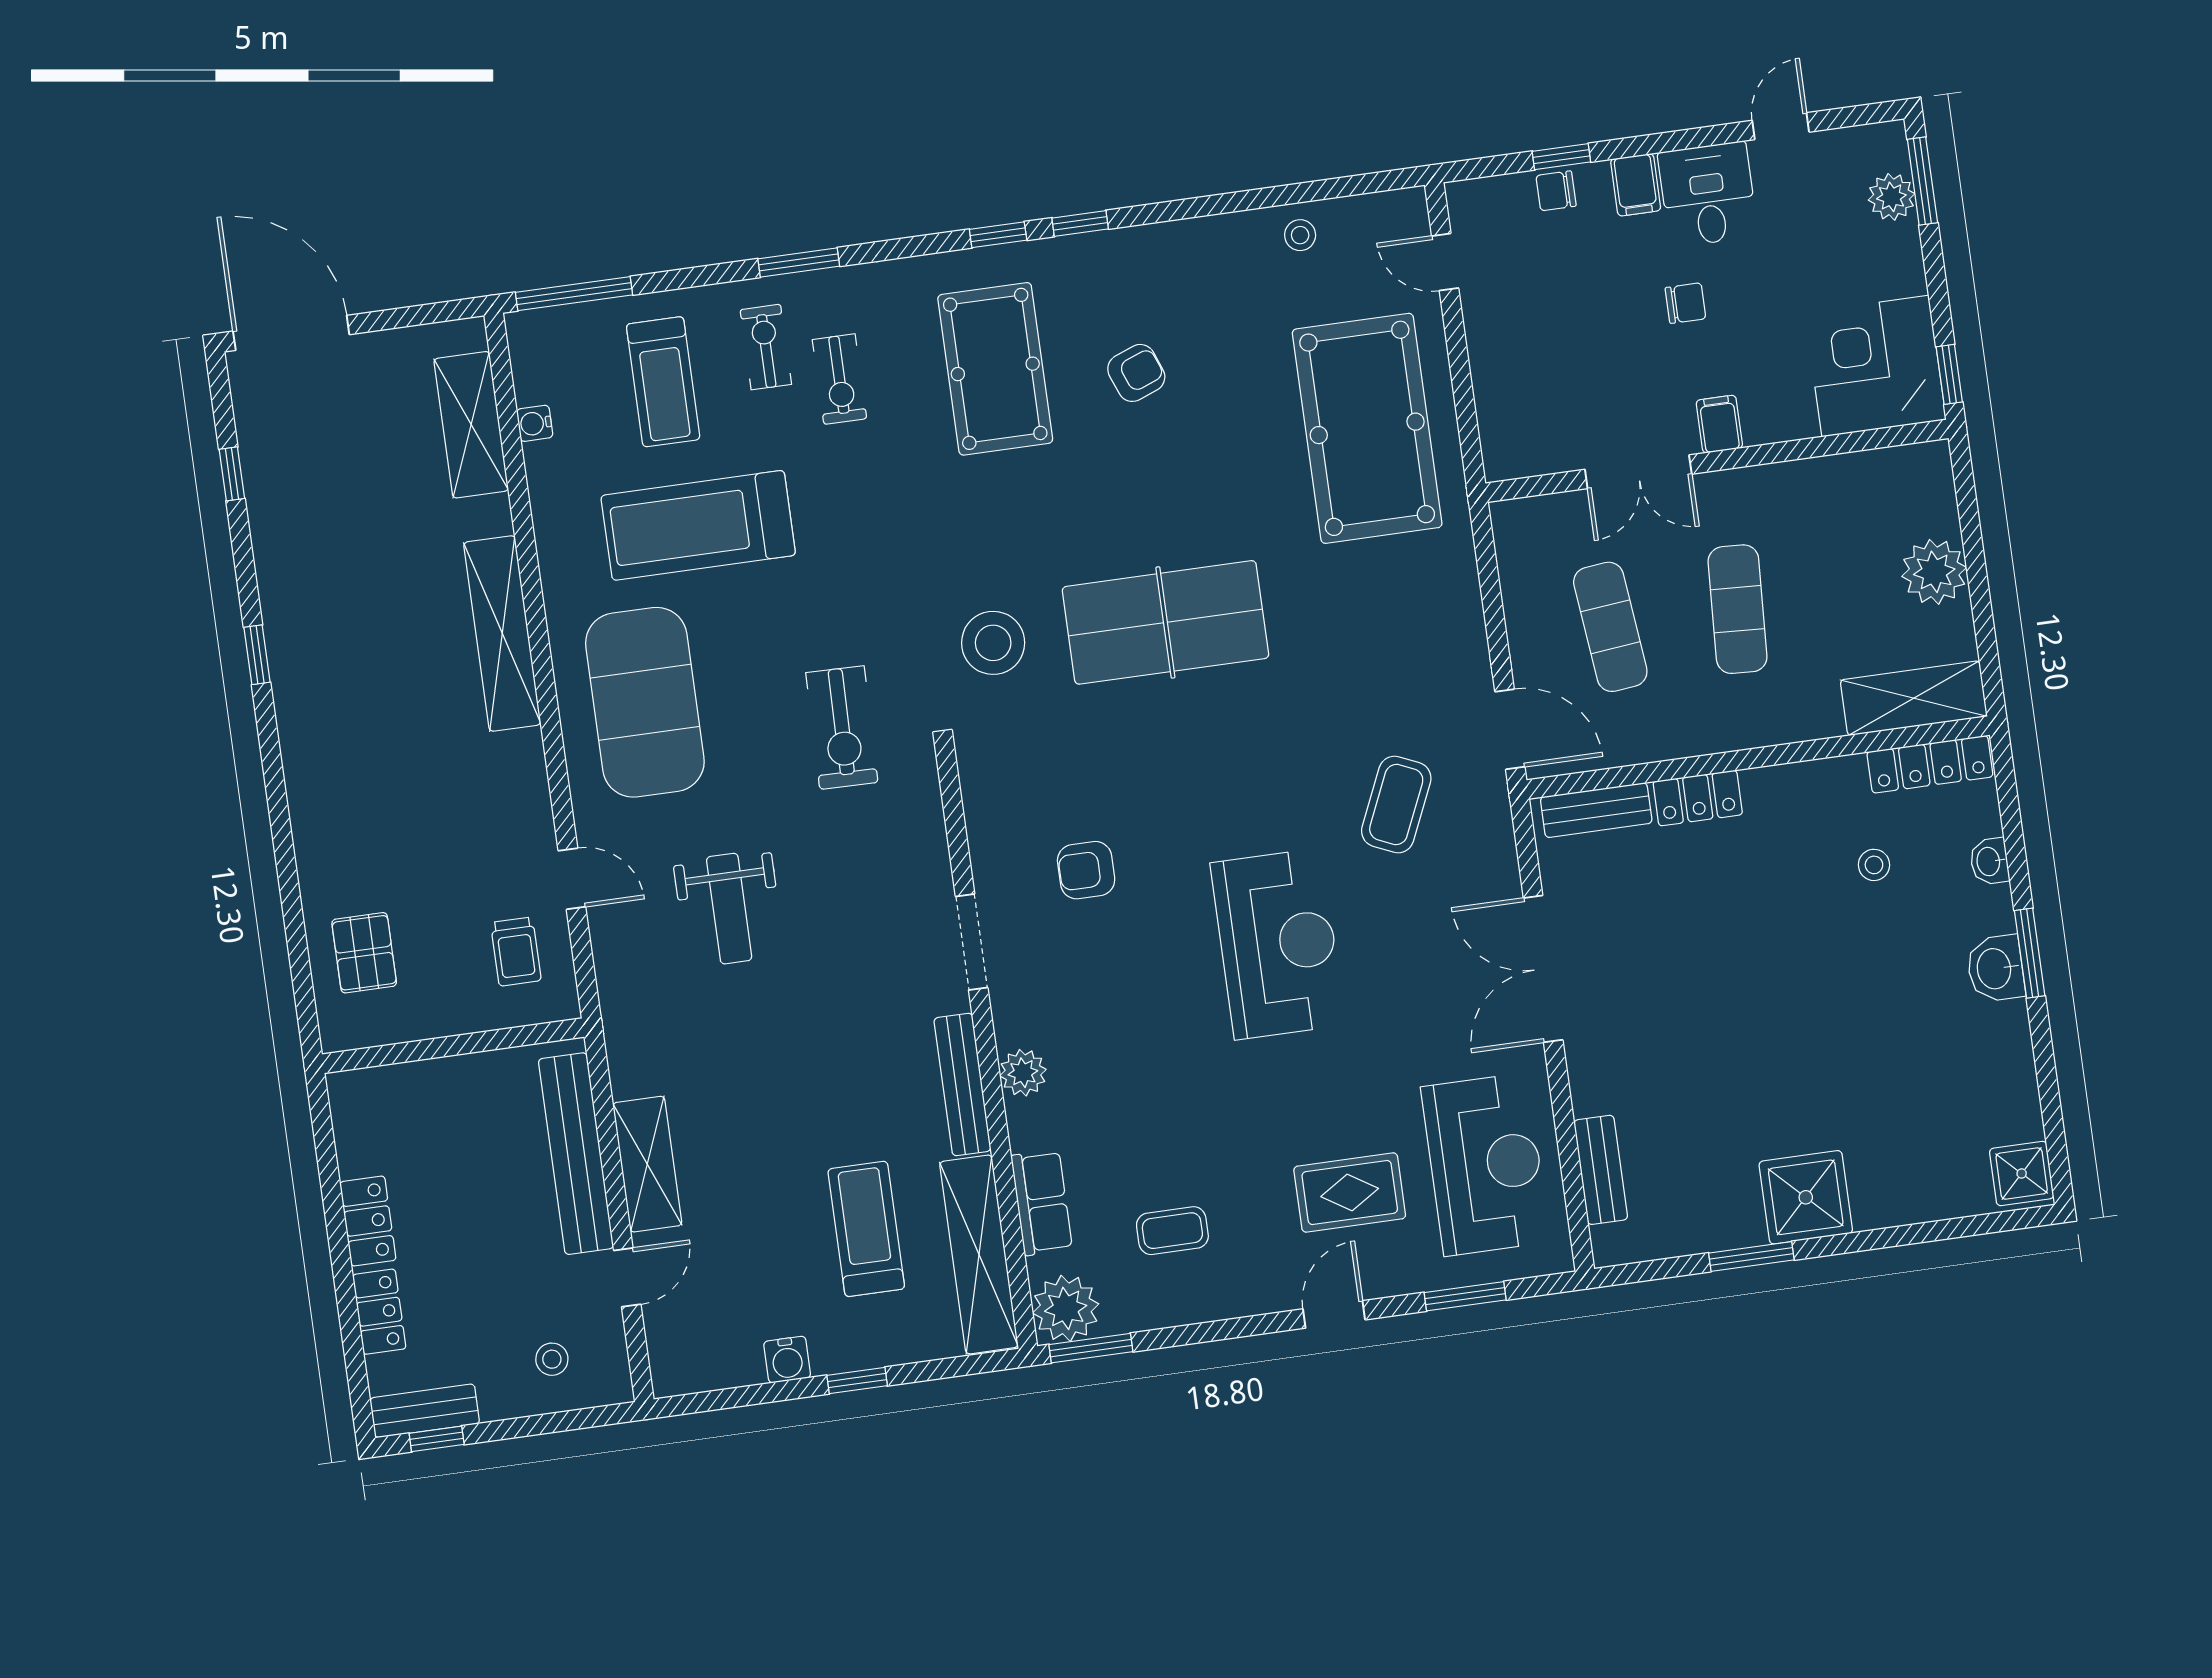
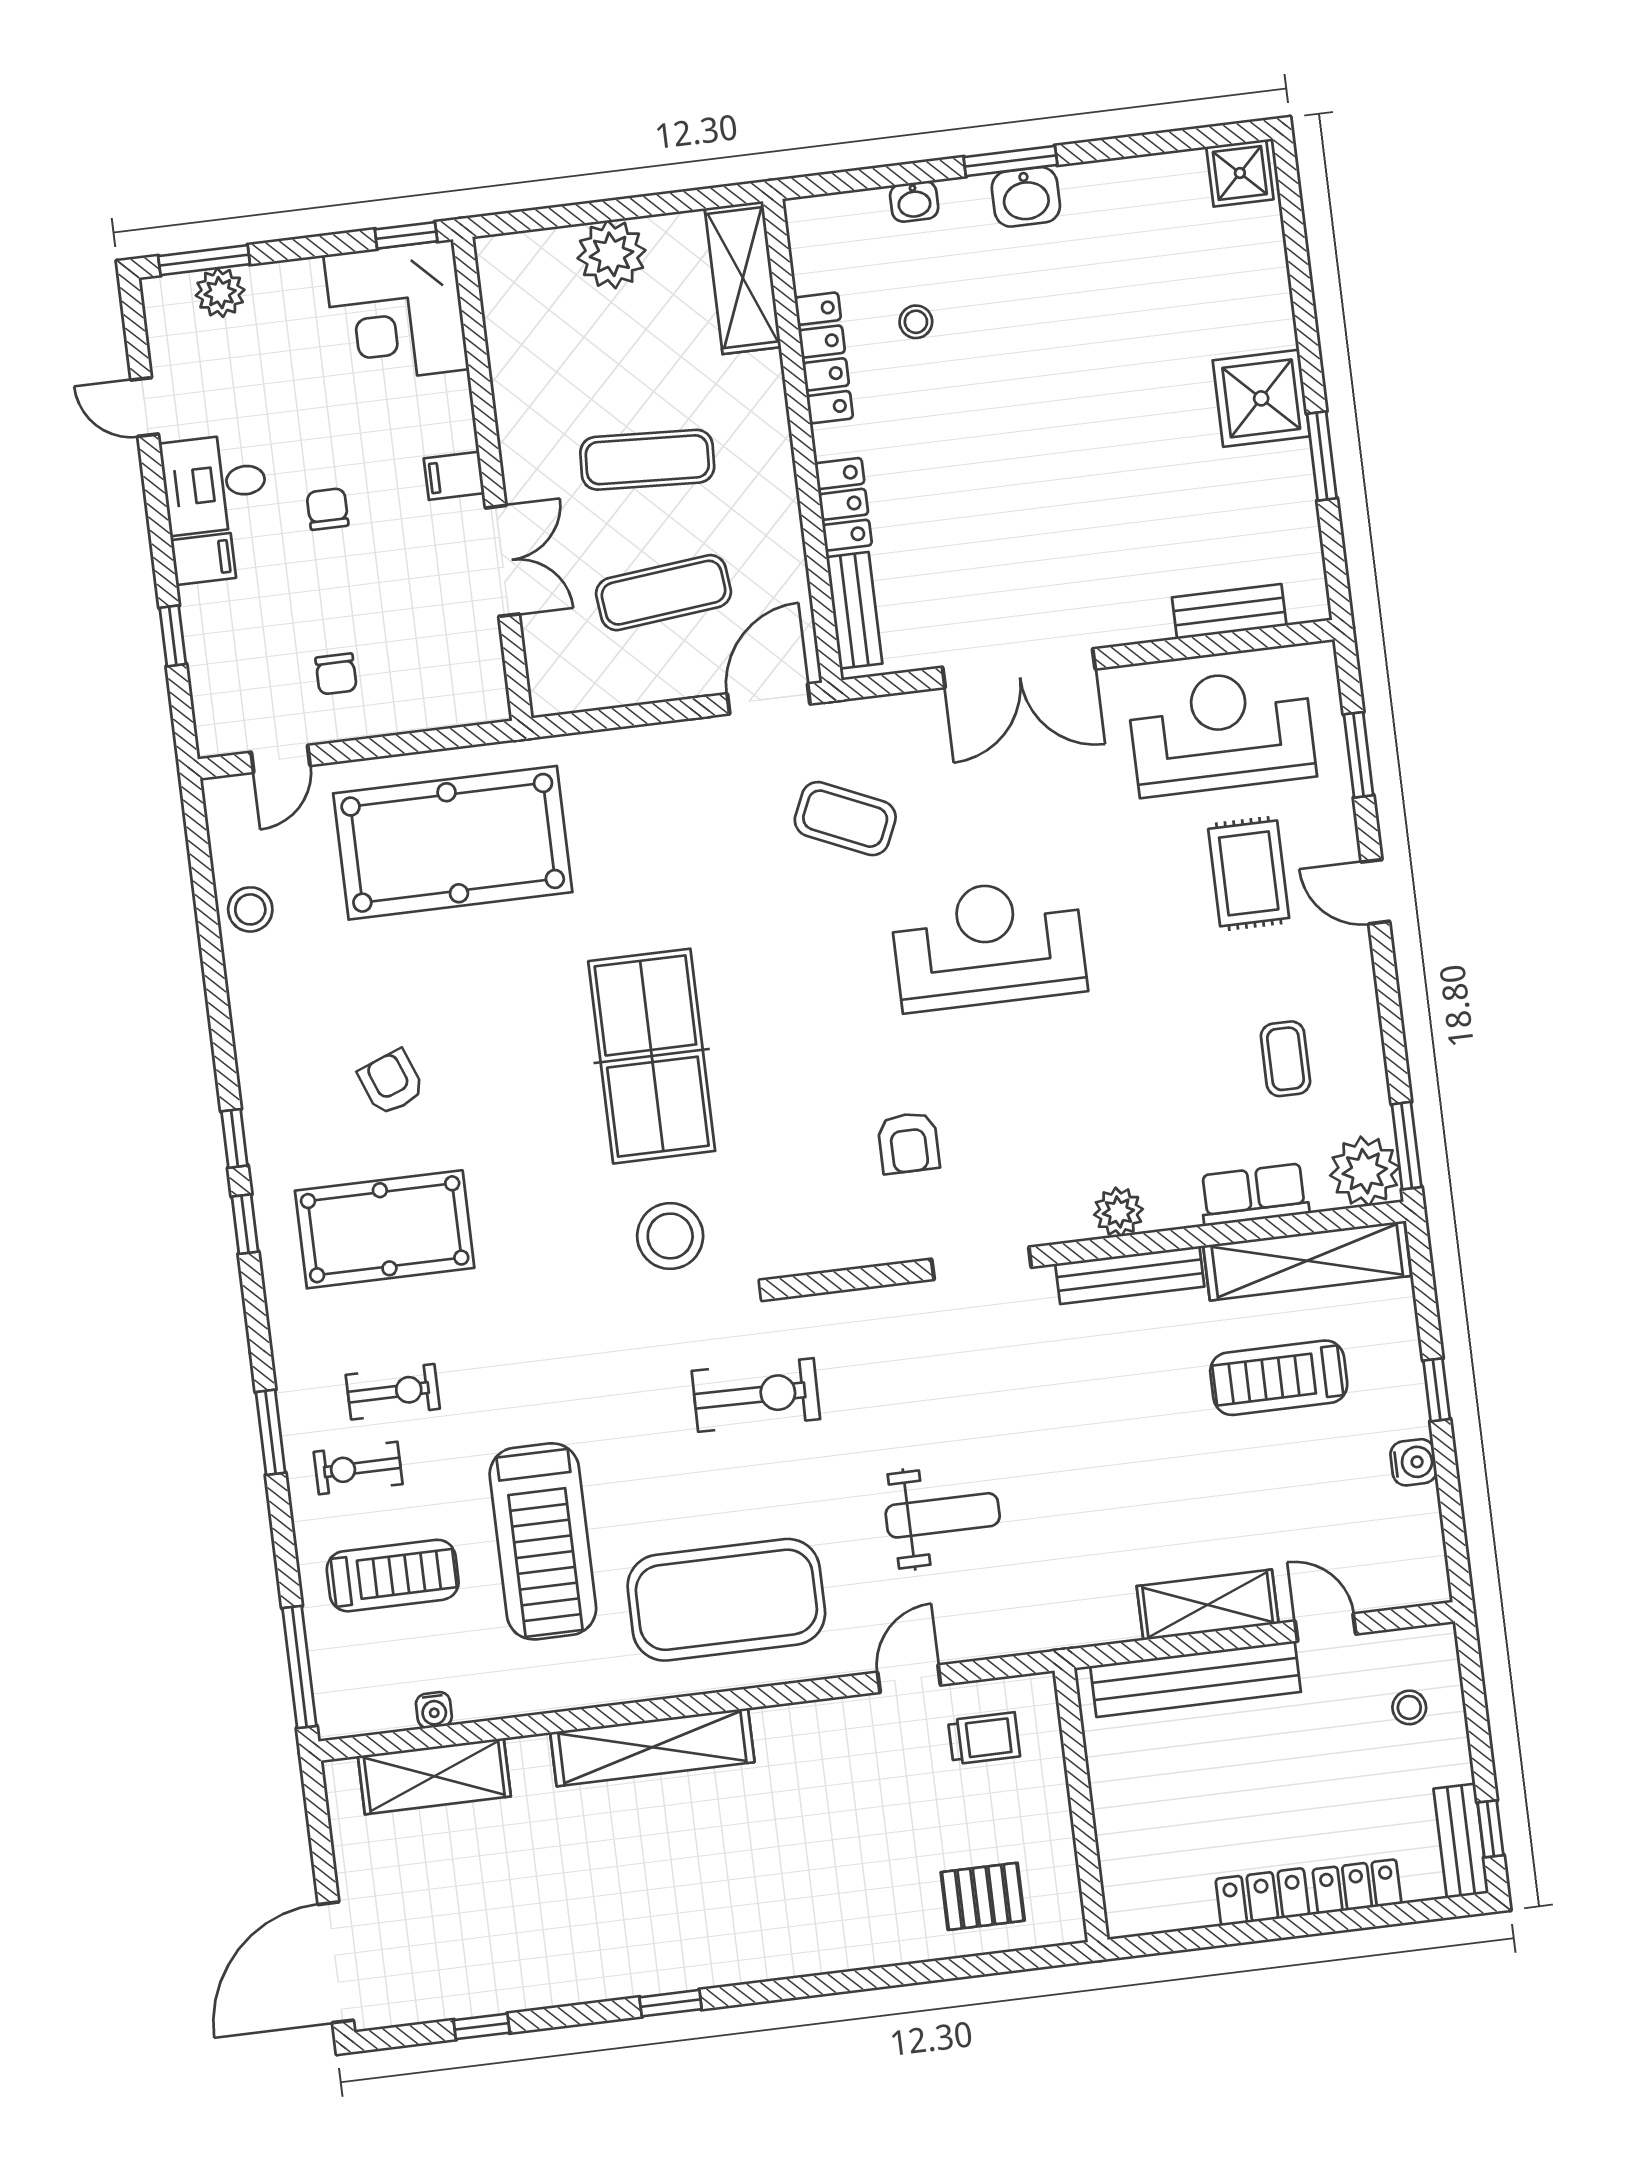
chair: (1556, 191) -> (336, 674), moved
stool: (1300, 235) -> (250, 909), width x1.37, depth x1.37
locker: (1930, 764) -> (824, 358), moved

